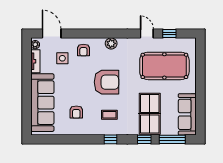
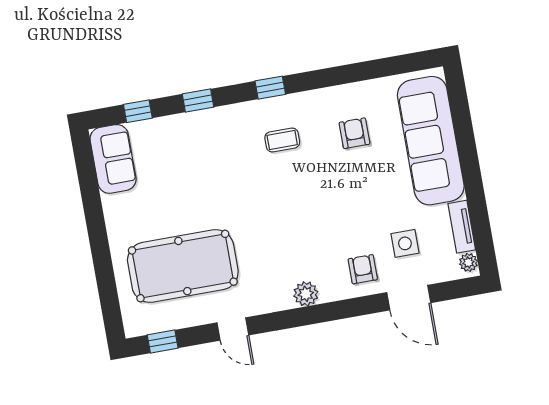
door: (52, 34) -> (409, 298), moved
window: (169, 34) -> (163, 341), moved
armchair: (106, 82) -> (301, 209), removed
table tennis table: (150, 114) -> (196, 158), removed
sofa: (187, 114) -> (113, 159), width x0.73
window: (172, 139) -> (138, 111), width x0.46

